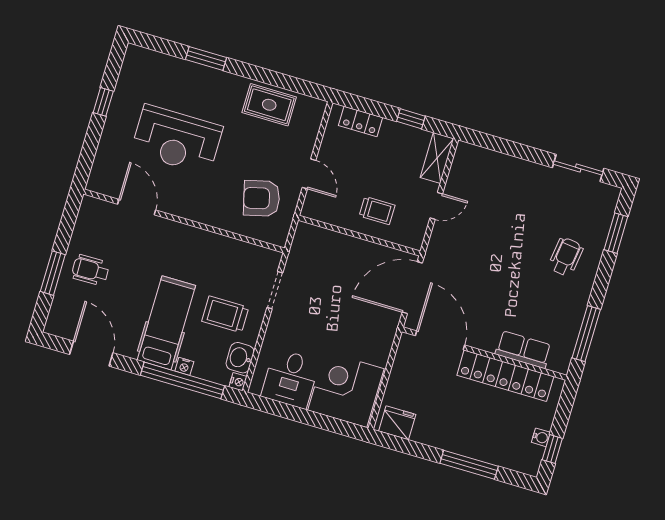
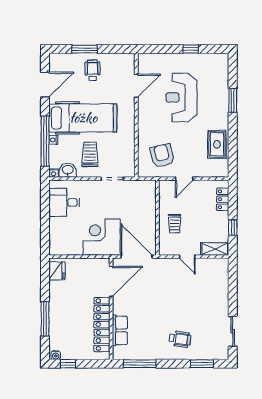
hospital bed: (166, 323) -> (83, 118), width x1.37, depth x1.29
corner desk: (346, 389) -> (102, 237), moved, turned -90
water cooler: (541, 437) -> (56, 355), moved

